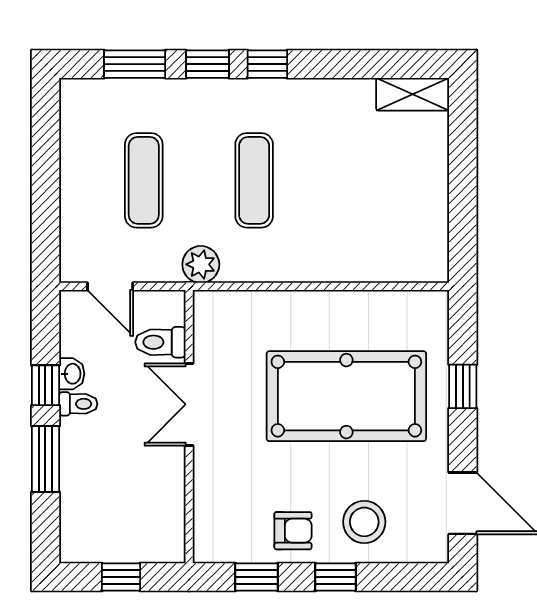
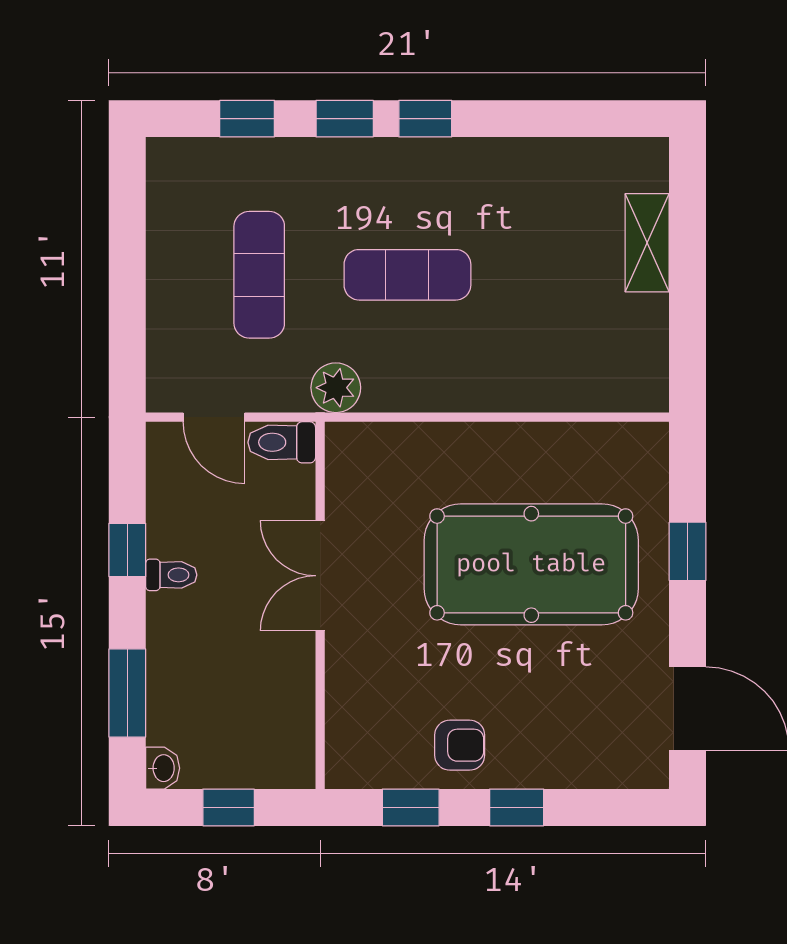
window: (135, 64) -> (247, 119), width x0.67
shelving: (413, 94) -> (647, 243), moved, turned 90
exercise mat: (254, 180) -> (407, 275), turned 90
toilet: (160, 342) -> (282, 442), moved
washbasin: (72, 374) -> (163, 768), moved
window: (45, 459) -> (127, 693), moved
stool: (364, 522) -> (555, 733), removed

